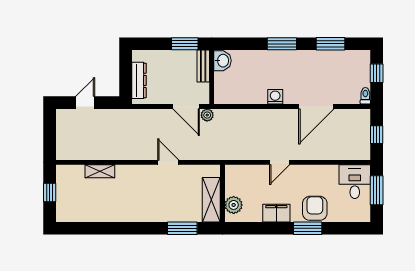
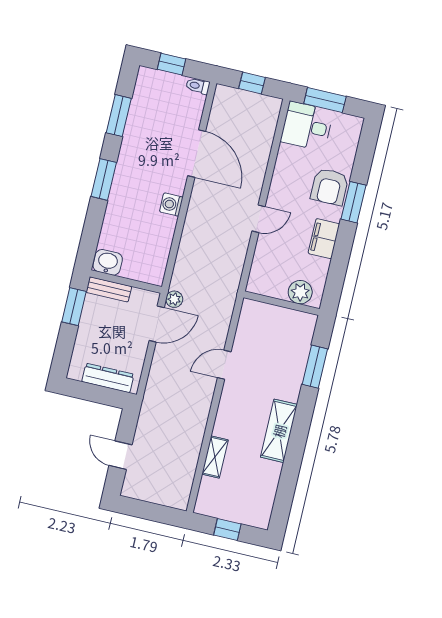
door: (280, 162) -> (259, 219), hinge flipped
shelving: (211, 200) -> (279, 431), moved, turned 90
armchair: (315, 208) -> (330, 187), turned -90

